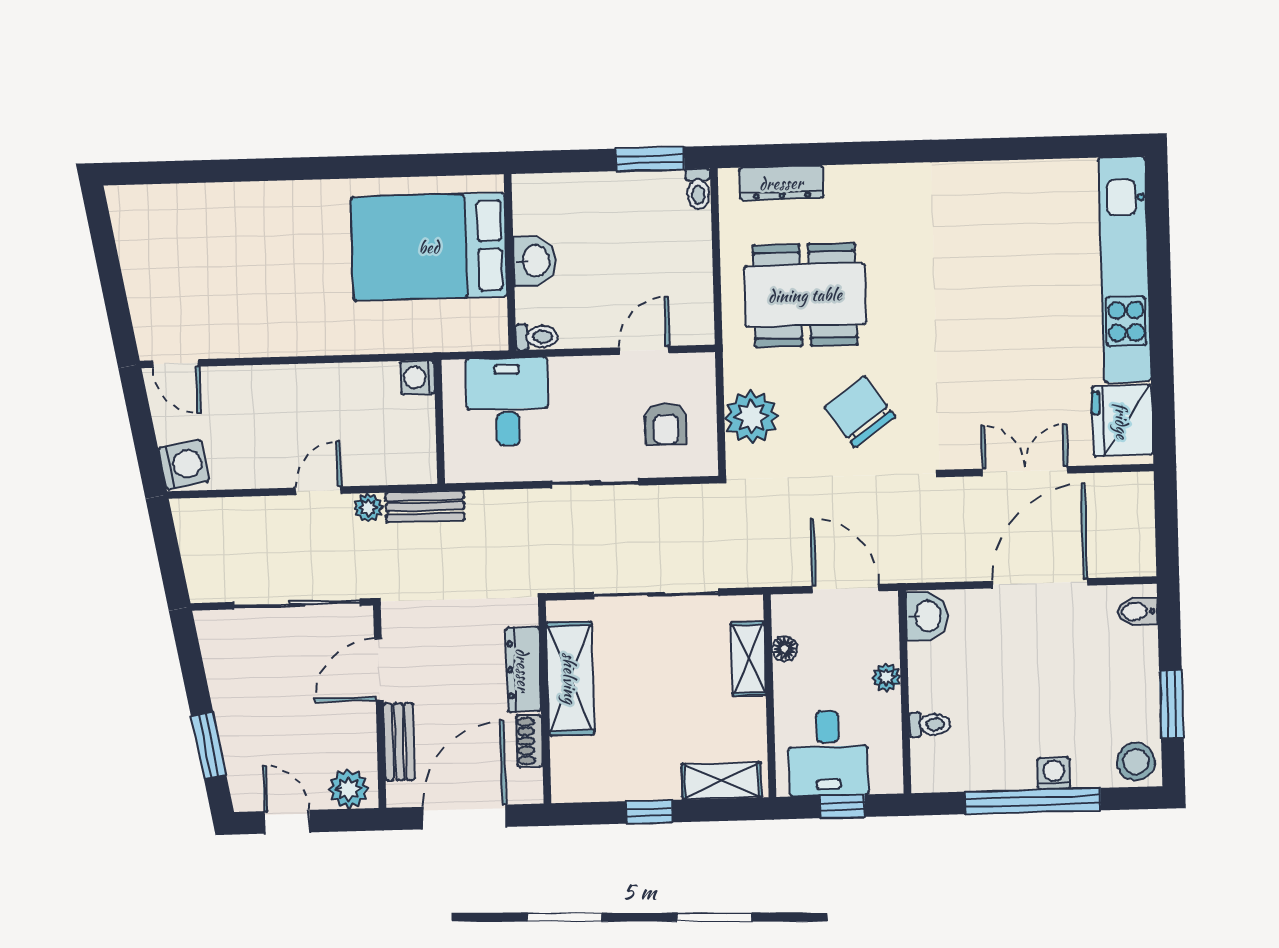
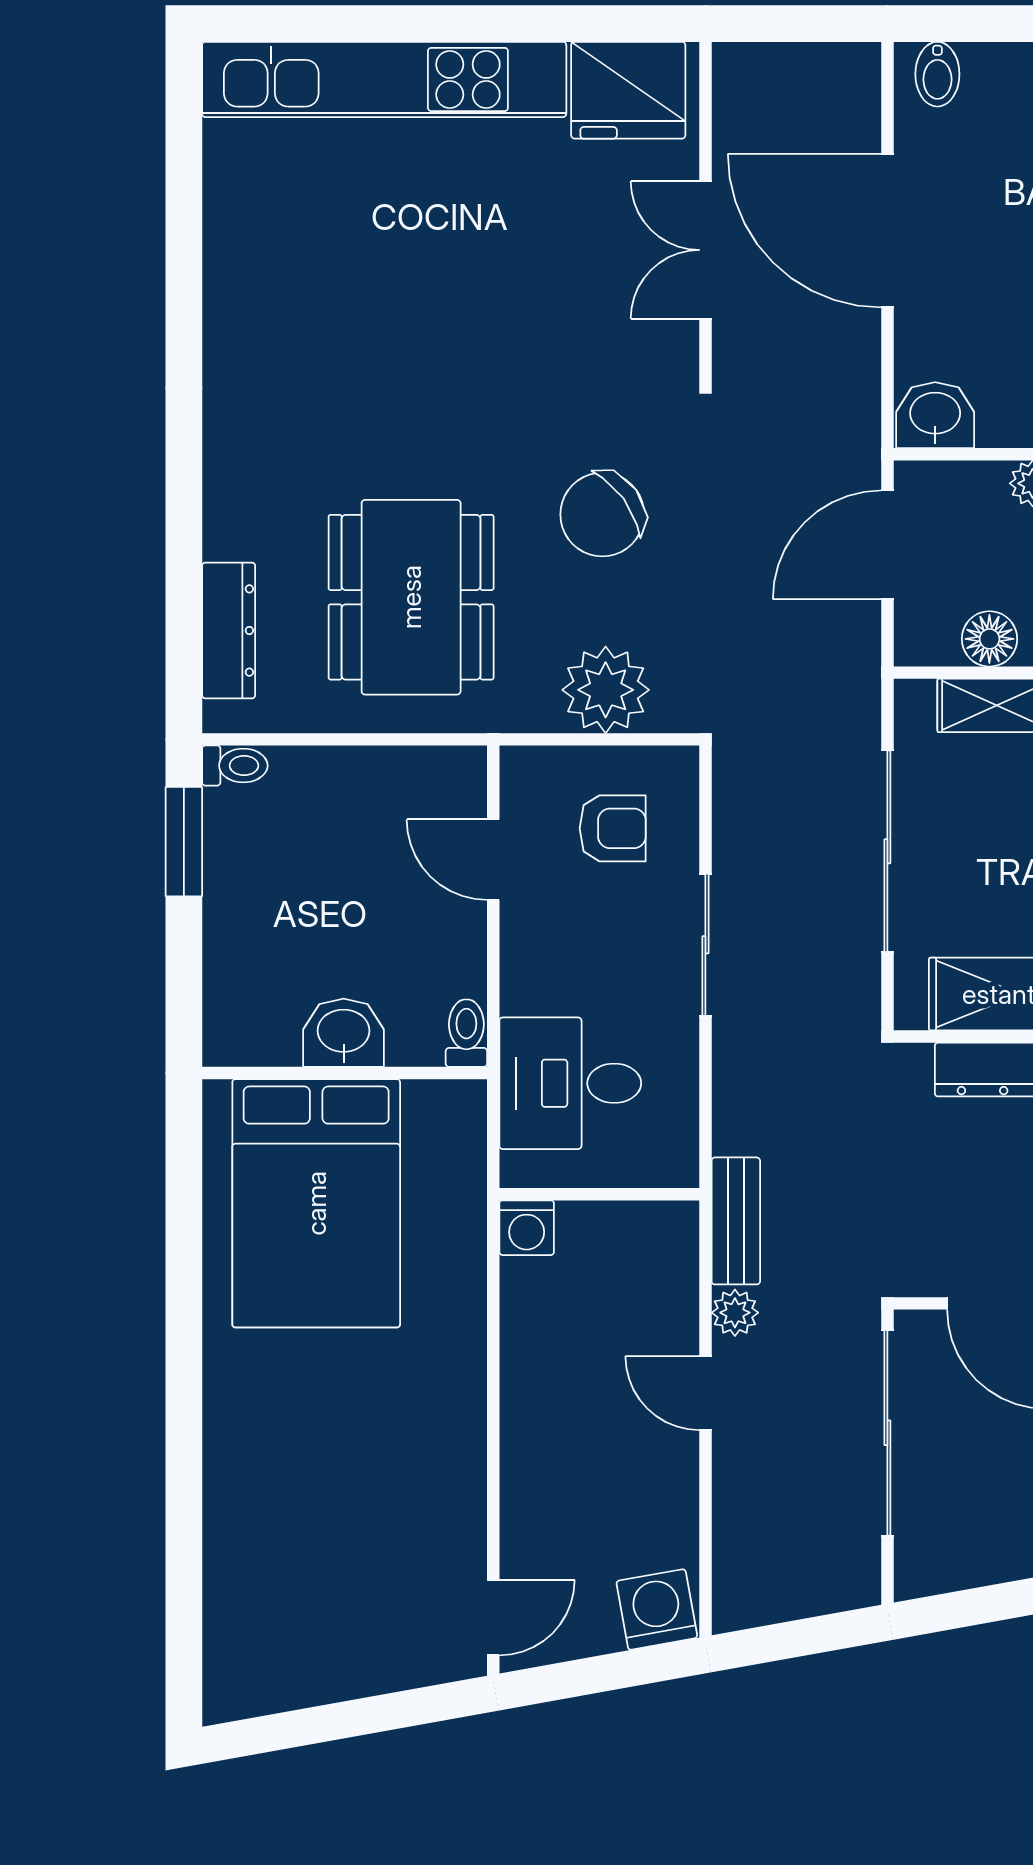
floor lamp: (785, 649) -> (989, 639), width x1.37, depth x1.37

